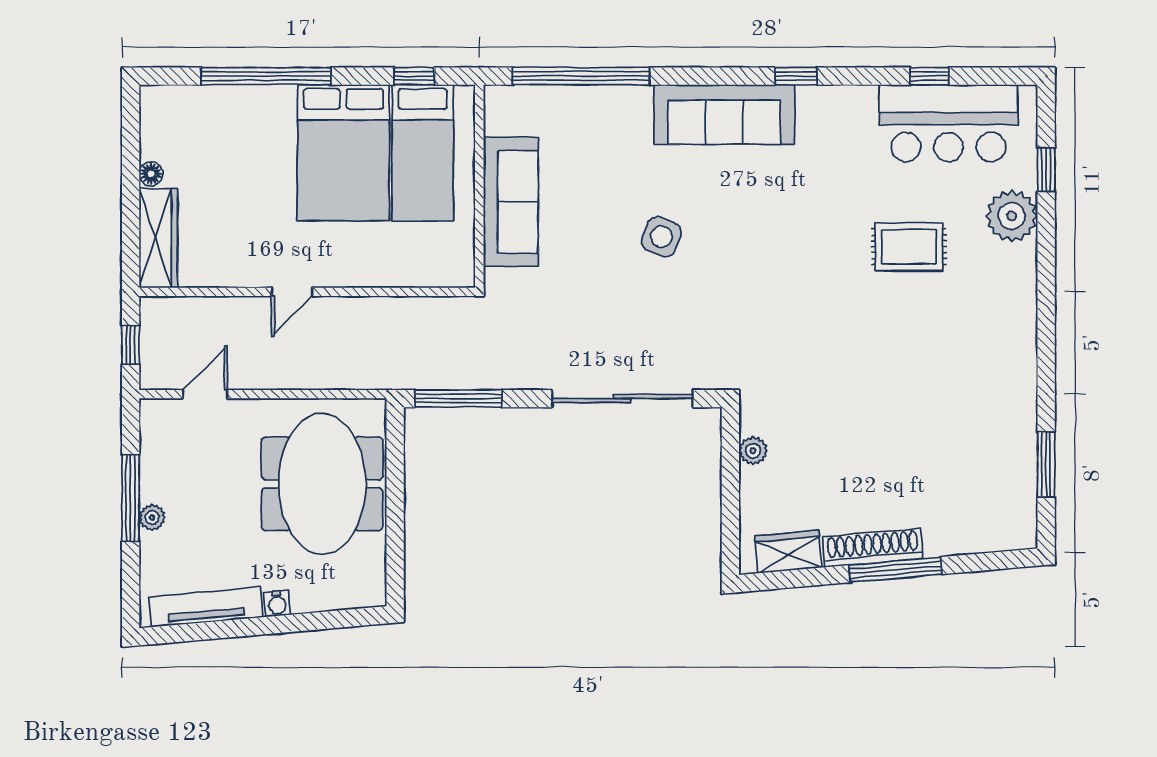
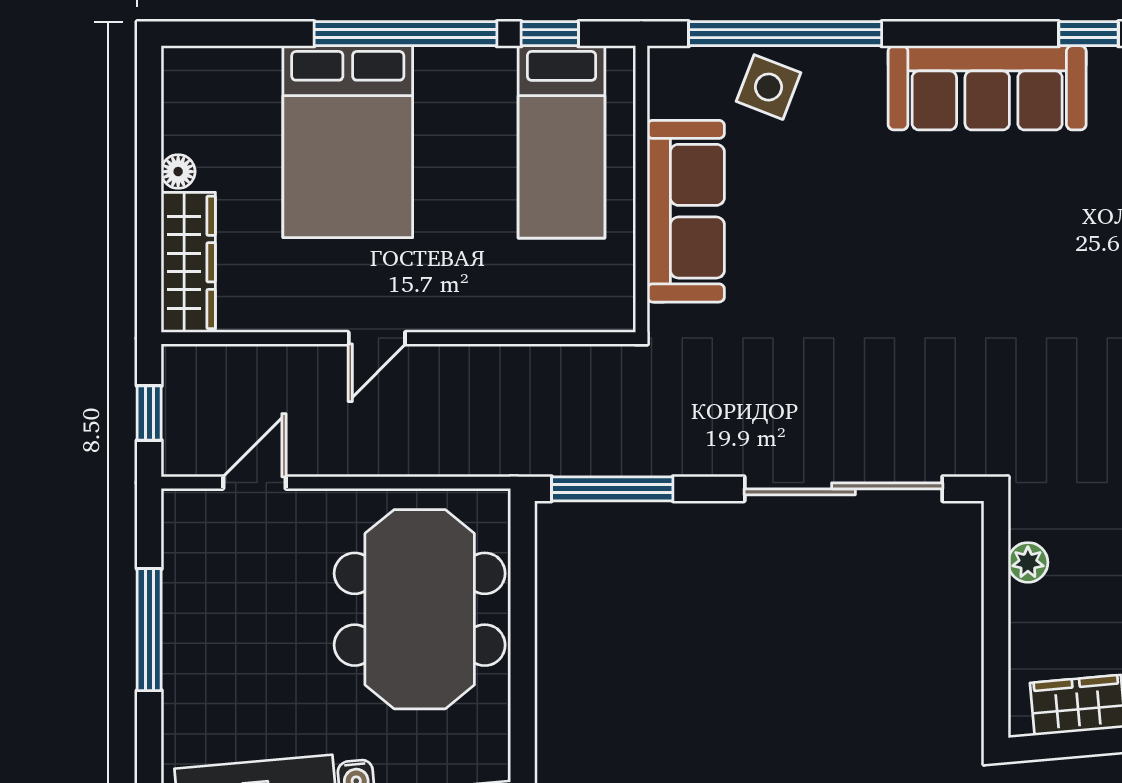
window: (266, 76) -> (406, 34), moved
bed: (343, 153) -> (348, 142), moved
side table: (661, 237) -> (769, 87), moved
plant: (152, 517) -> (180, 657), removed

